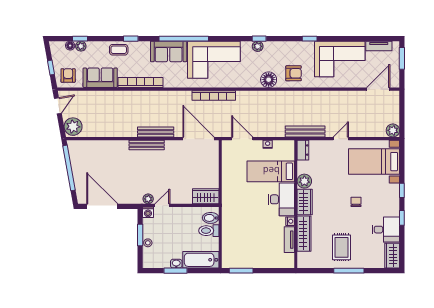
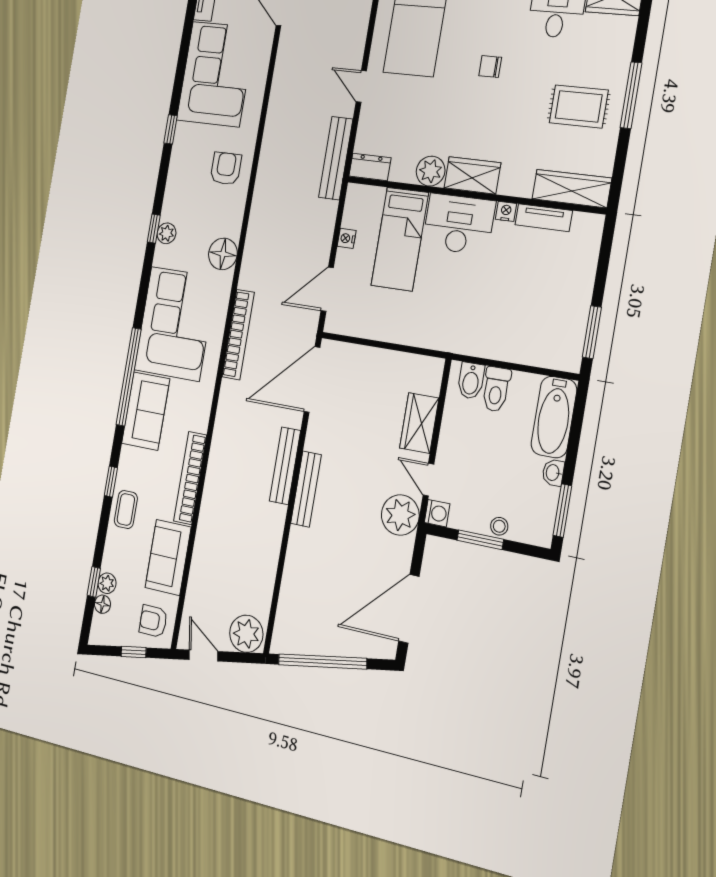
floor lamp: (269, 80) -> (223, 254), moved
wardrobe: (206, 196) -> (419, 423), moved
plant: (148, 199) -> (400, 515), width x1.87, depth x1.87
wardrobe: (304, 234) -> (572, 188), moved
window: (175, 271) -> (562, 511), moved

